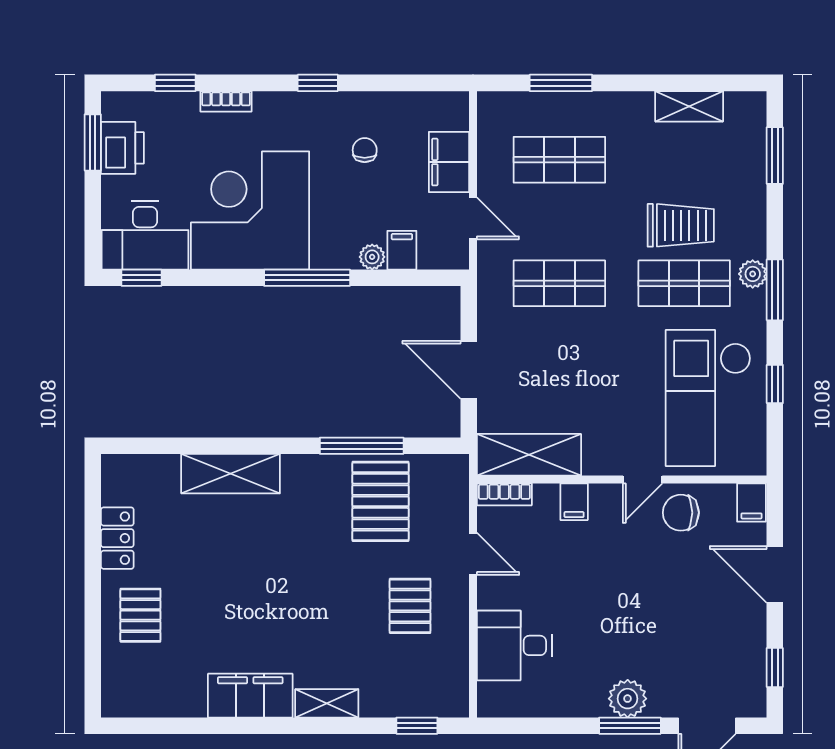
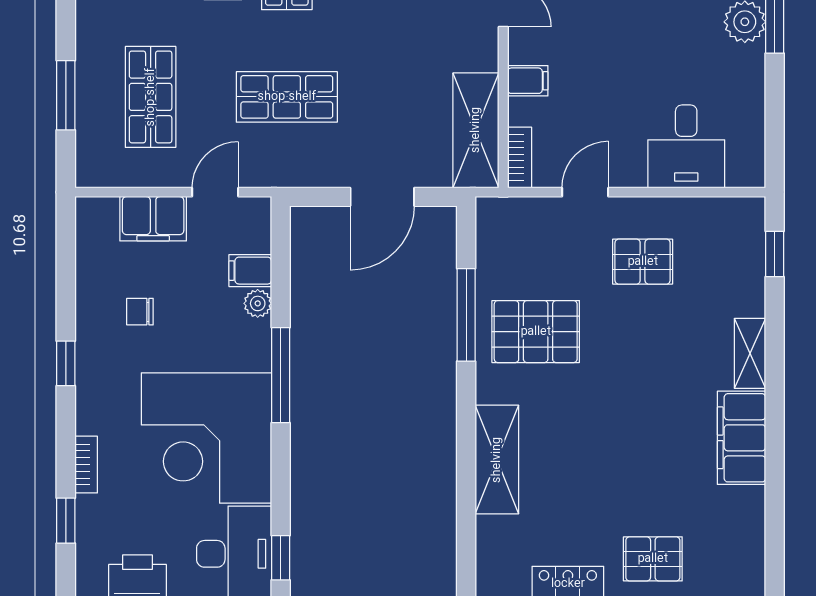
shop shelf: (559, 283) -> (287, 97), turned 90
pallet: (381, 501) -> (536, 332), moved

